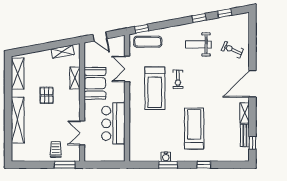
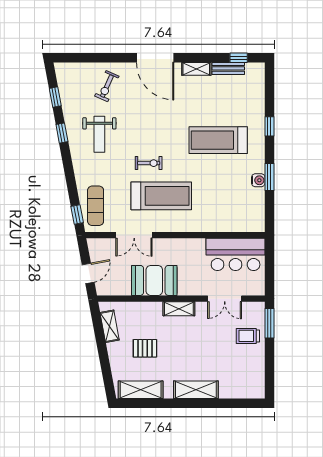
shelving: (75, 78) -> (179, 309), moved
pallet: (47, 95) -> (145, 348), moved
shelving: (18, 120) -> (196, 390), width x0.68
bar counter: (113, 123) -> (236, 254), moved

